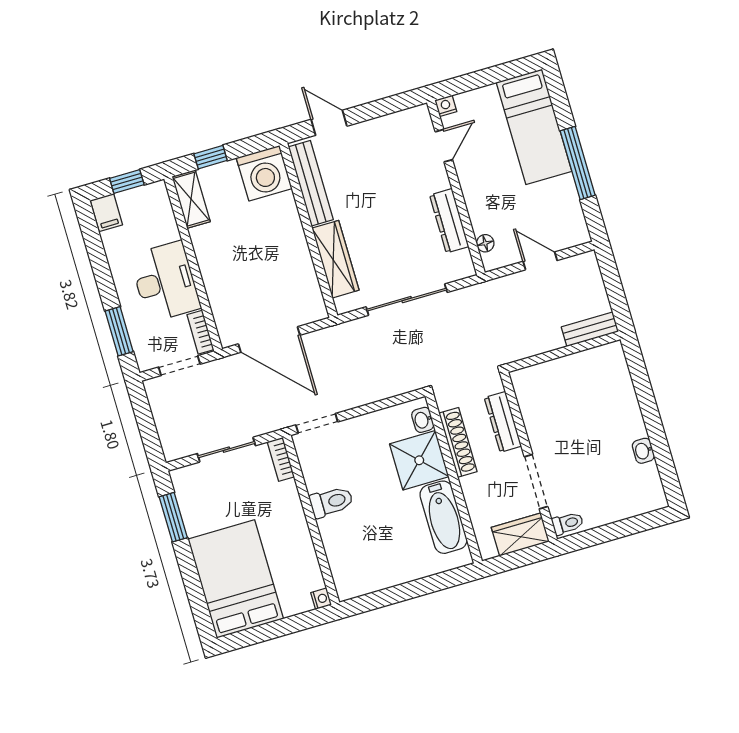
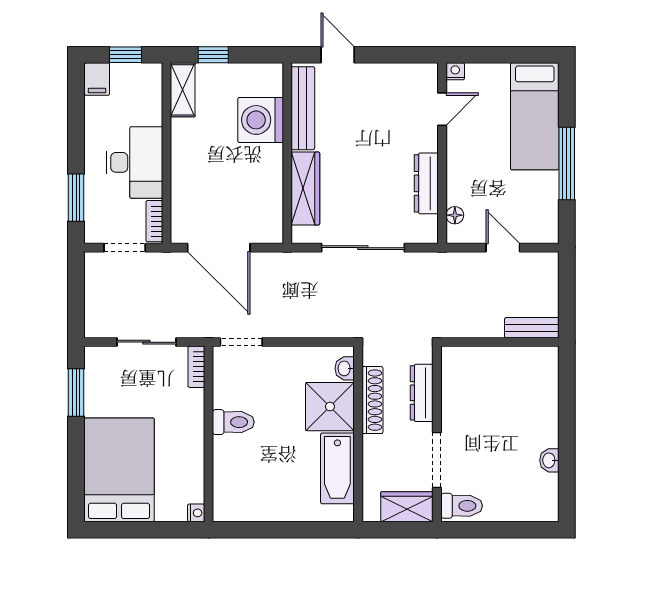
washing machine: (264, 173) -> (261, 120), moved, turned 90
toilet: (568, 523) -> (462, 506), width x1.37, depth x1.39

